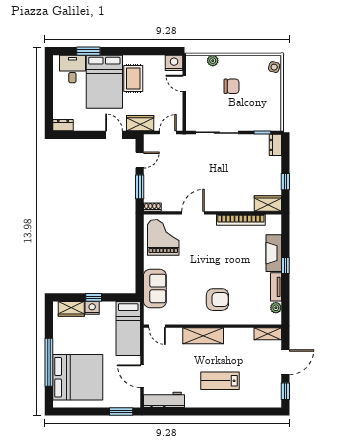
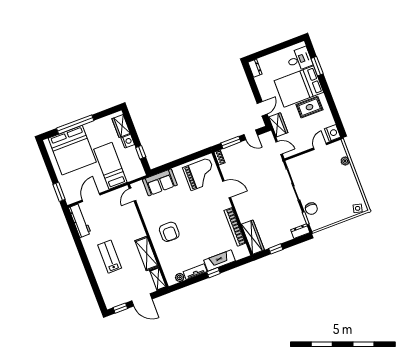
chair: (232, 86) -> (311, 209), moved
wardrobe: (268, 203) -> (253, 237), width x1.50
window: (94, 297) -> (141, 152), moved
bed: (128, 329) -> (110, 166), moved, turned 90
shelving: (203, 336) -> (147, 253), moved

